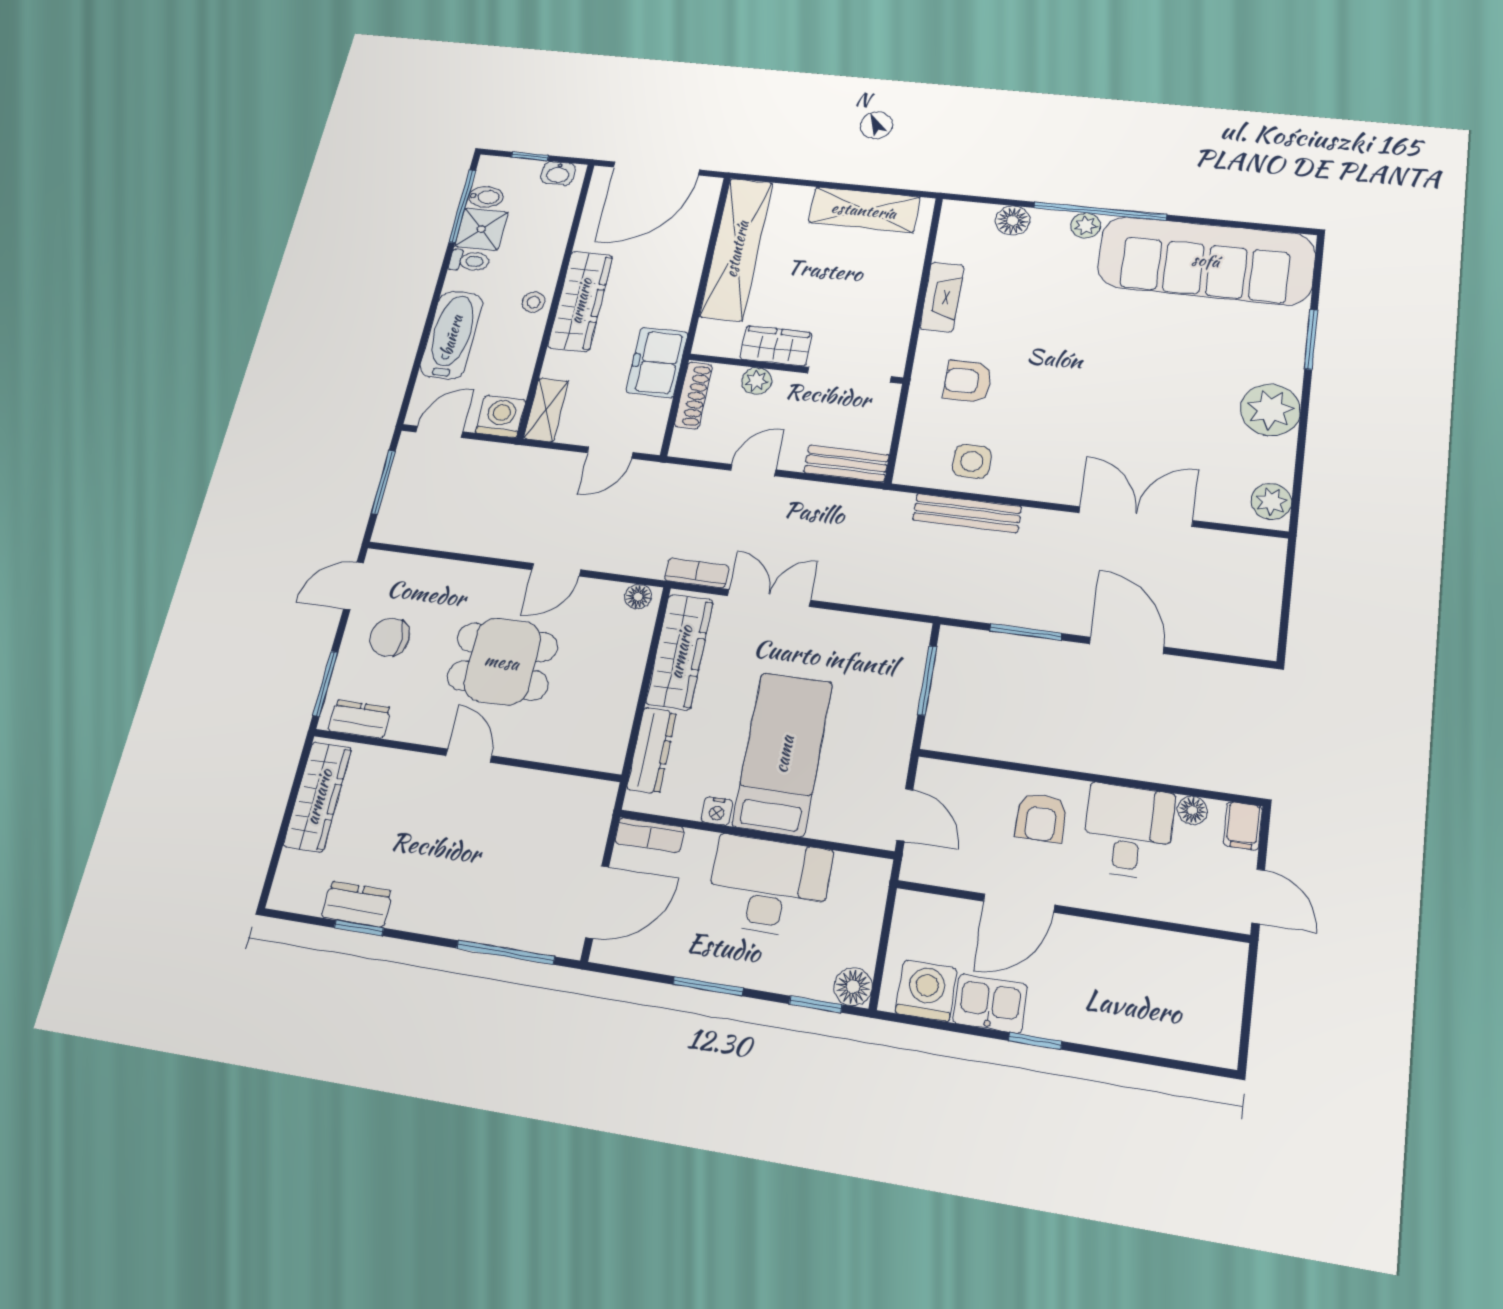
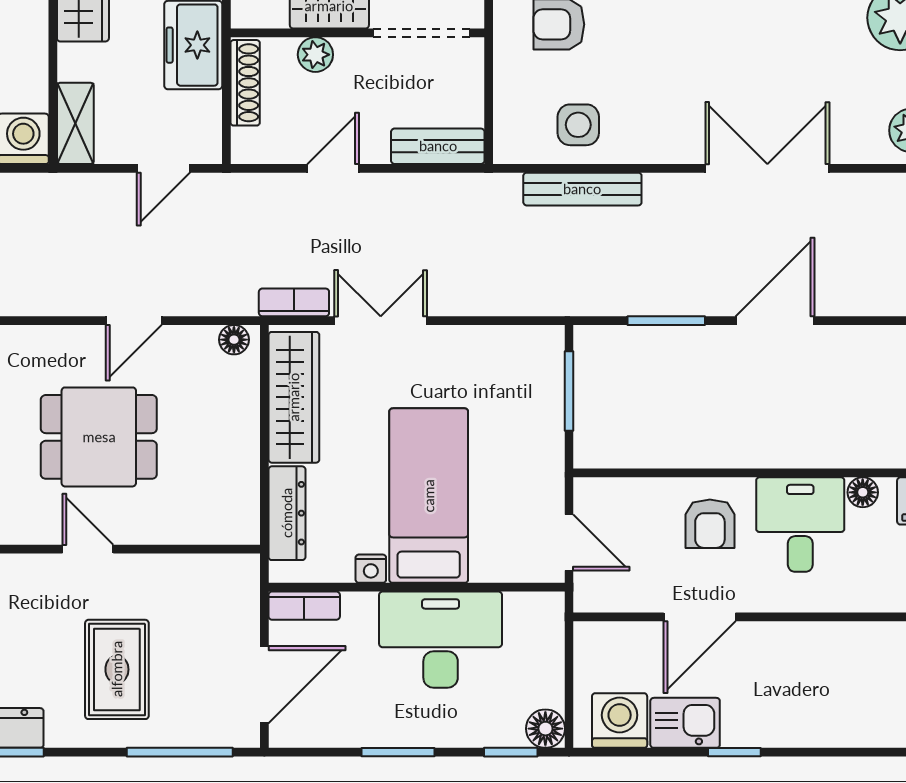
door: (1127, 645) -> (775, 321), hinge flipped
rug: (467, 867) -> (117, 669), added

